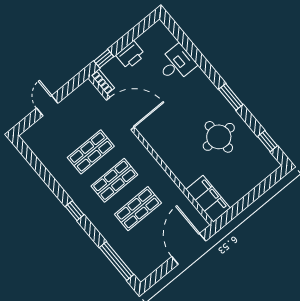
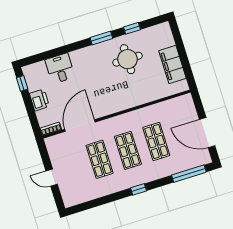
window: (104, 59) -> (22, 83), moved
window: (268, 141) -> (132, 28), moved
filing cabinet: (208, 199) -> (172, 65), moved, turned -90
door: (189, 249) -> (207, 133), moved

